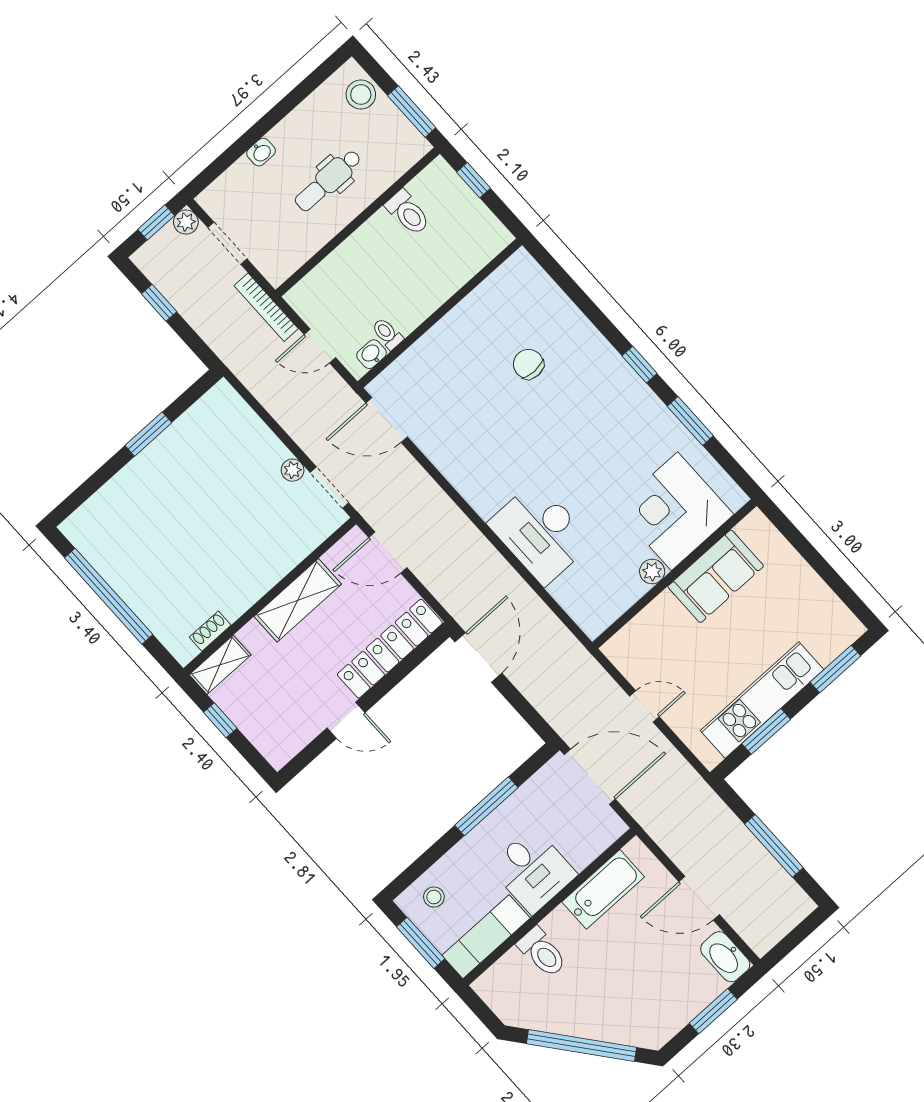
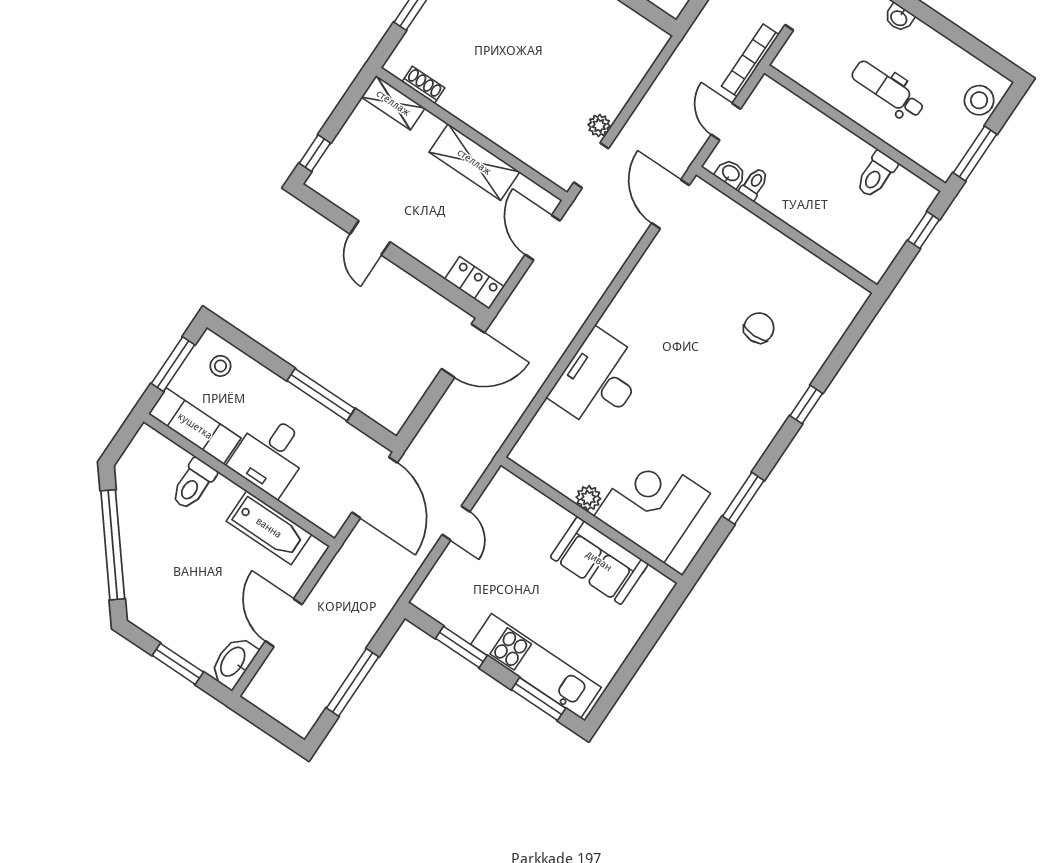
window: (640, 365) -> (806, 405), moved
locker: (390, 649) -> (474, 283), width x0.46, depth x0.83
kitchen unit: (762, 700) -> (536, 666), moved
window: (220, 720) -> (315, 153), moved

